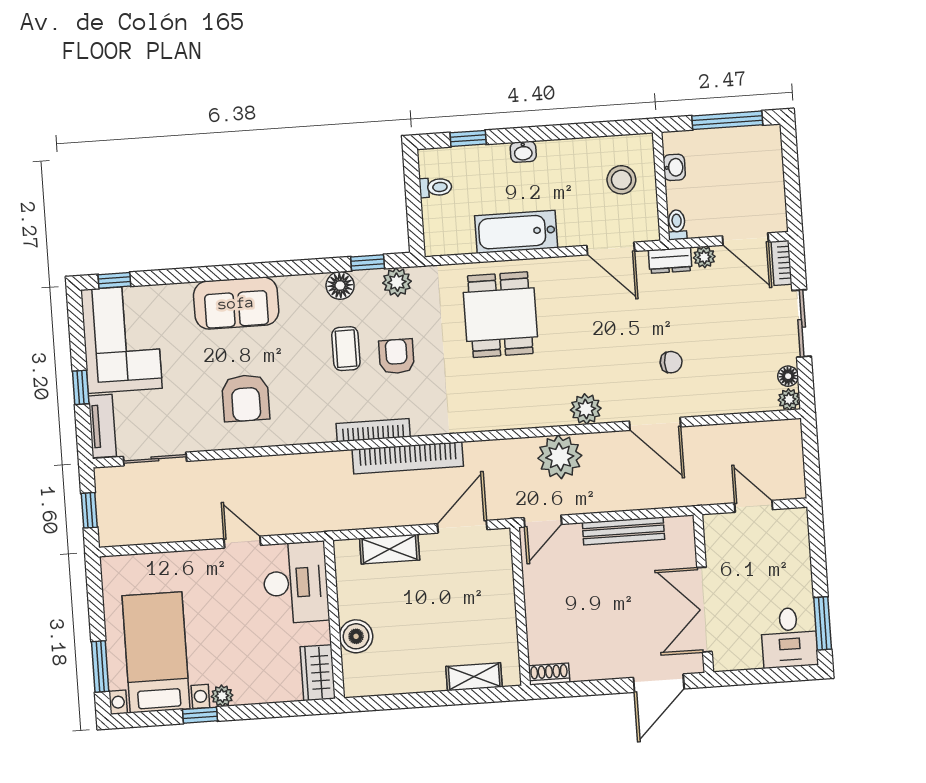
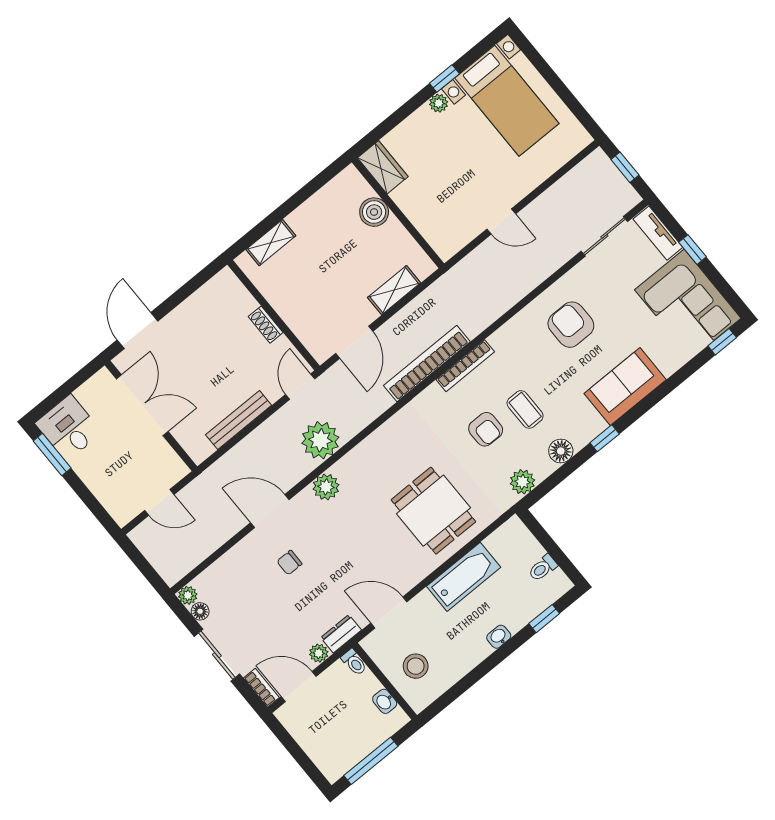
window: (368, 263) -> (605, 438), moved
desk: (296, 583) -> (443, 220), removed
window: (100, 666) -> (539, 63), removed
shoe rack: (549, 674) -> (266, 325), moved, turned 90

